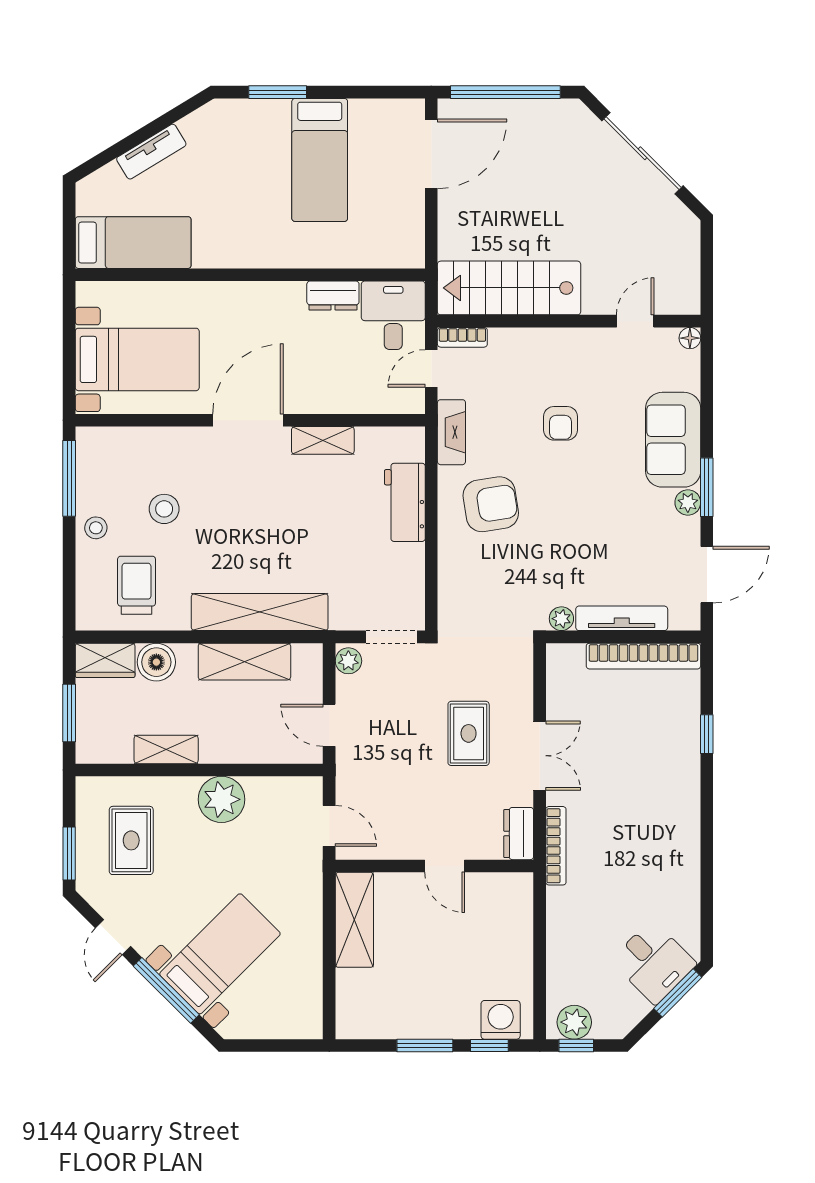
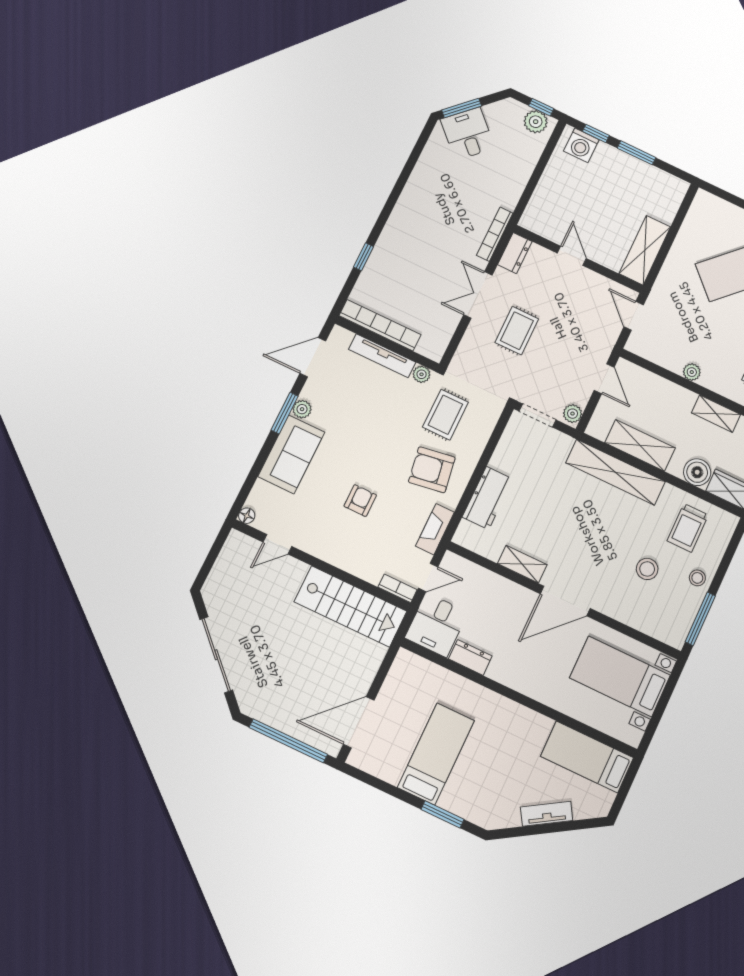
rug: (507, 582) -> (445, 415), added
plant: (221, 799) -> (692, 372), width x0.53, depth x0.53

